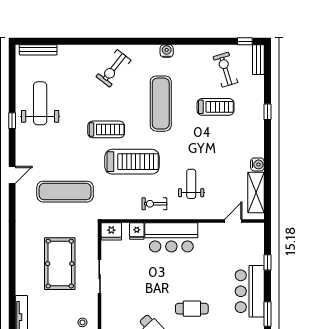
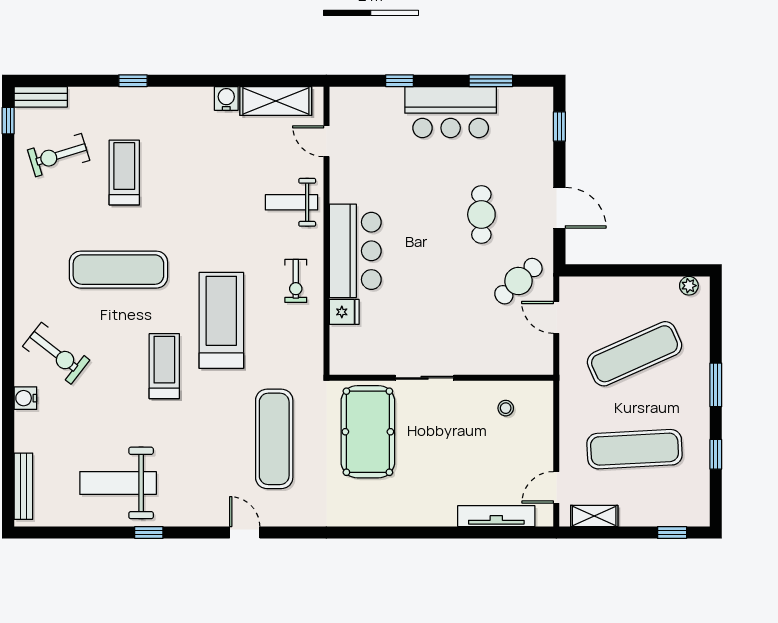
water cooler: (167, 51) -> (25, 398), moved
weight bench: (191, 184) -> (291, 202), moved
fridge: (111, 231) -> (345, 357), removed
pool table: (60, 264) -> (368, 432), moved, turned 90

